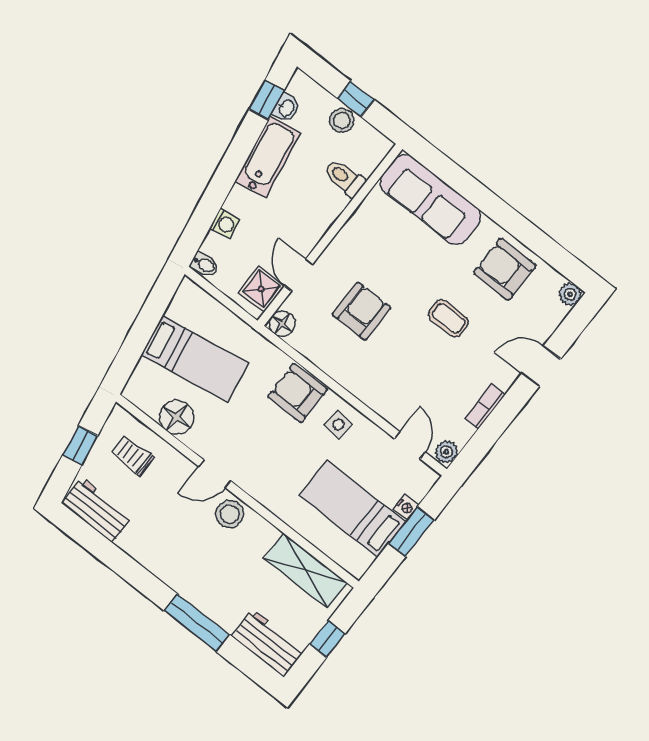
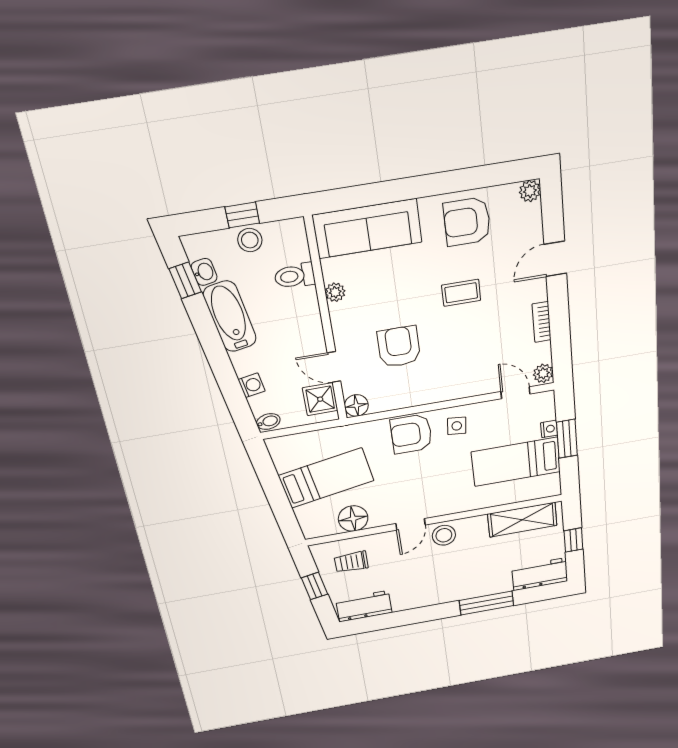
plant: (360, 220) -> (335, 292), added

